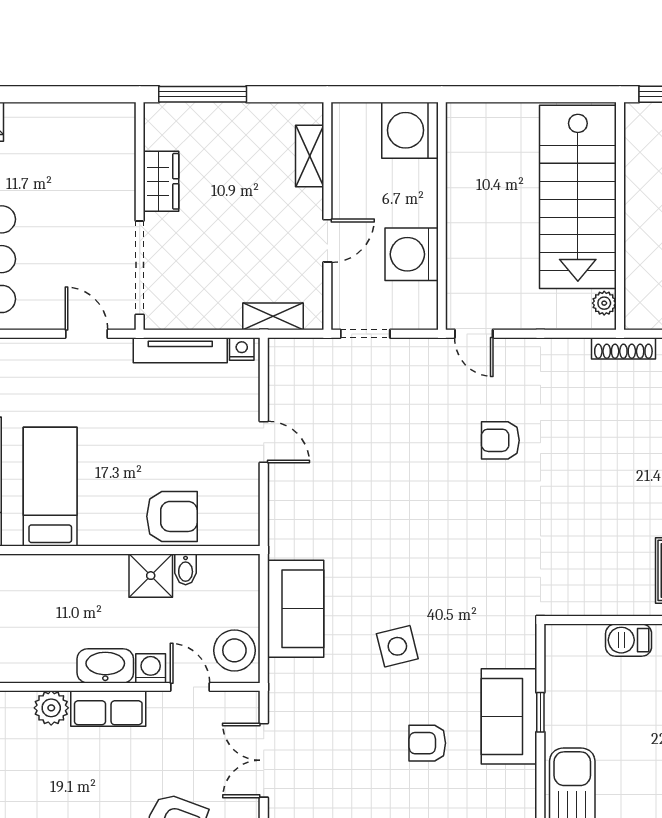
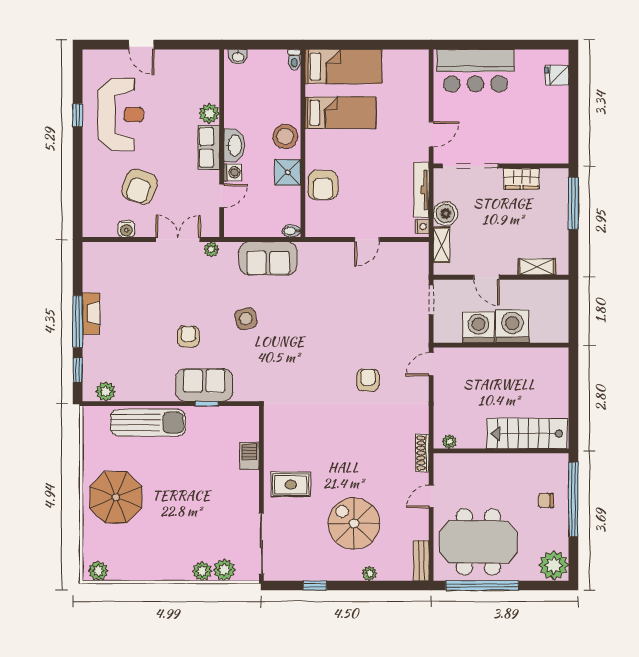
washing machine: (410, 130) -> (512, 326), moved
stairs: (578, 197) -> (527, 434), width x0.73, depth x0.66
boiler: (220, 310) -> (446, 214), added
bidet: (186, 569) -> (291, 231), moved
stool: (234, 650) -> (285, 136), moved
plant: (280, 704) -> (211, 249), added

